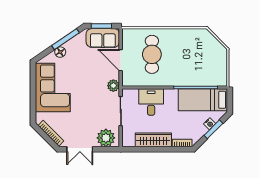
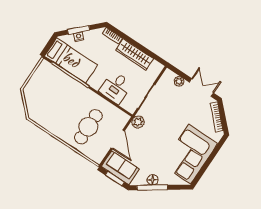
floor lamp: (60, 52) -> (153, 180), moved
plant: (106, 138) -> (179, 81), width x0.53, depth x0.53

